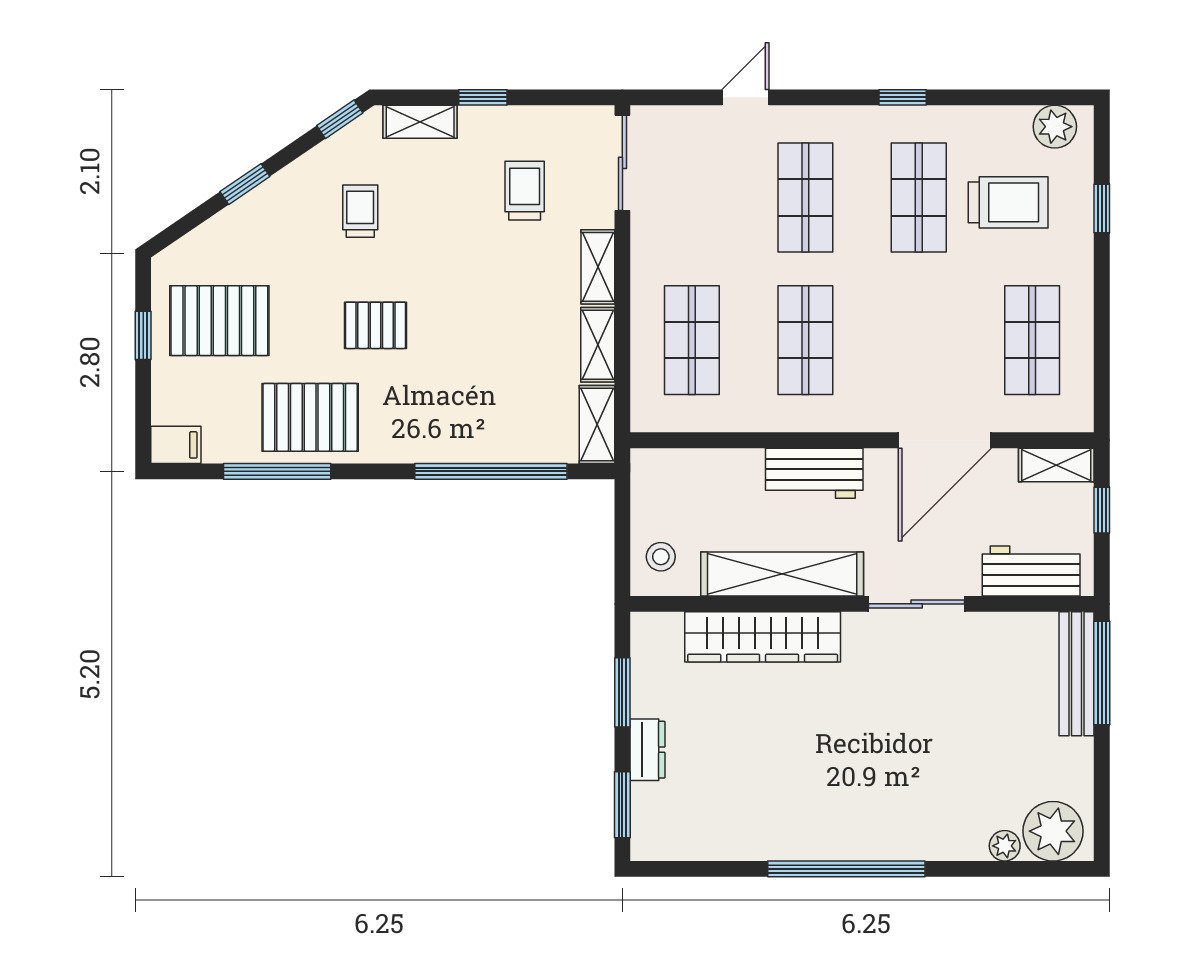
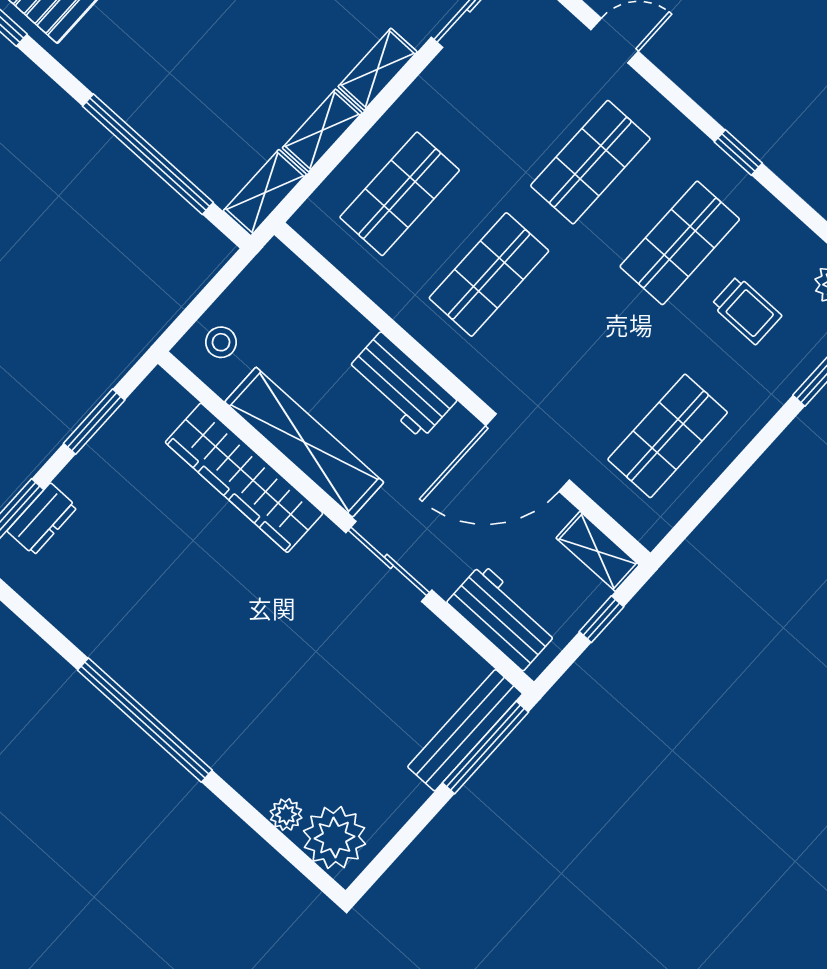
trolley: (1008, 202) -> (747, 310), width x0.73, depth x0.72
dresser: (648, 750) -> (42, 519), moved

